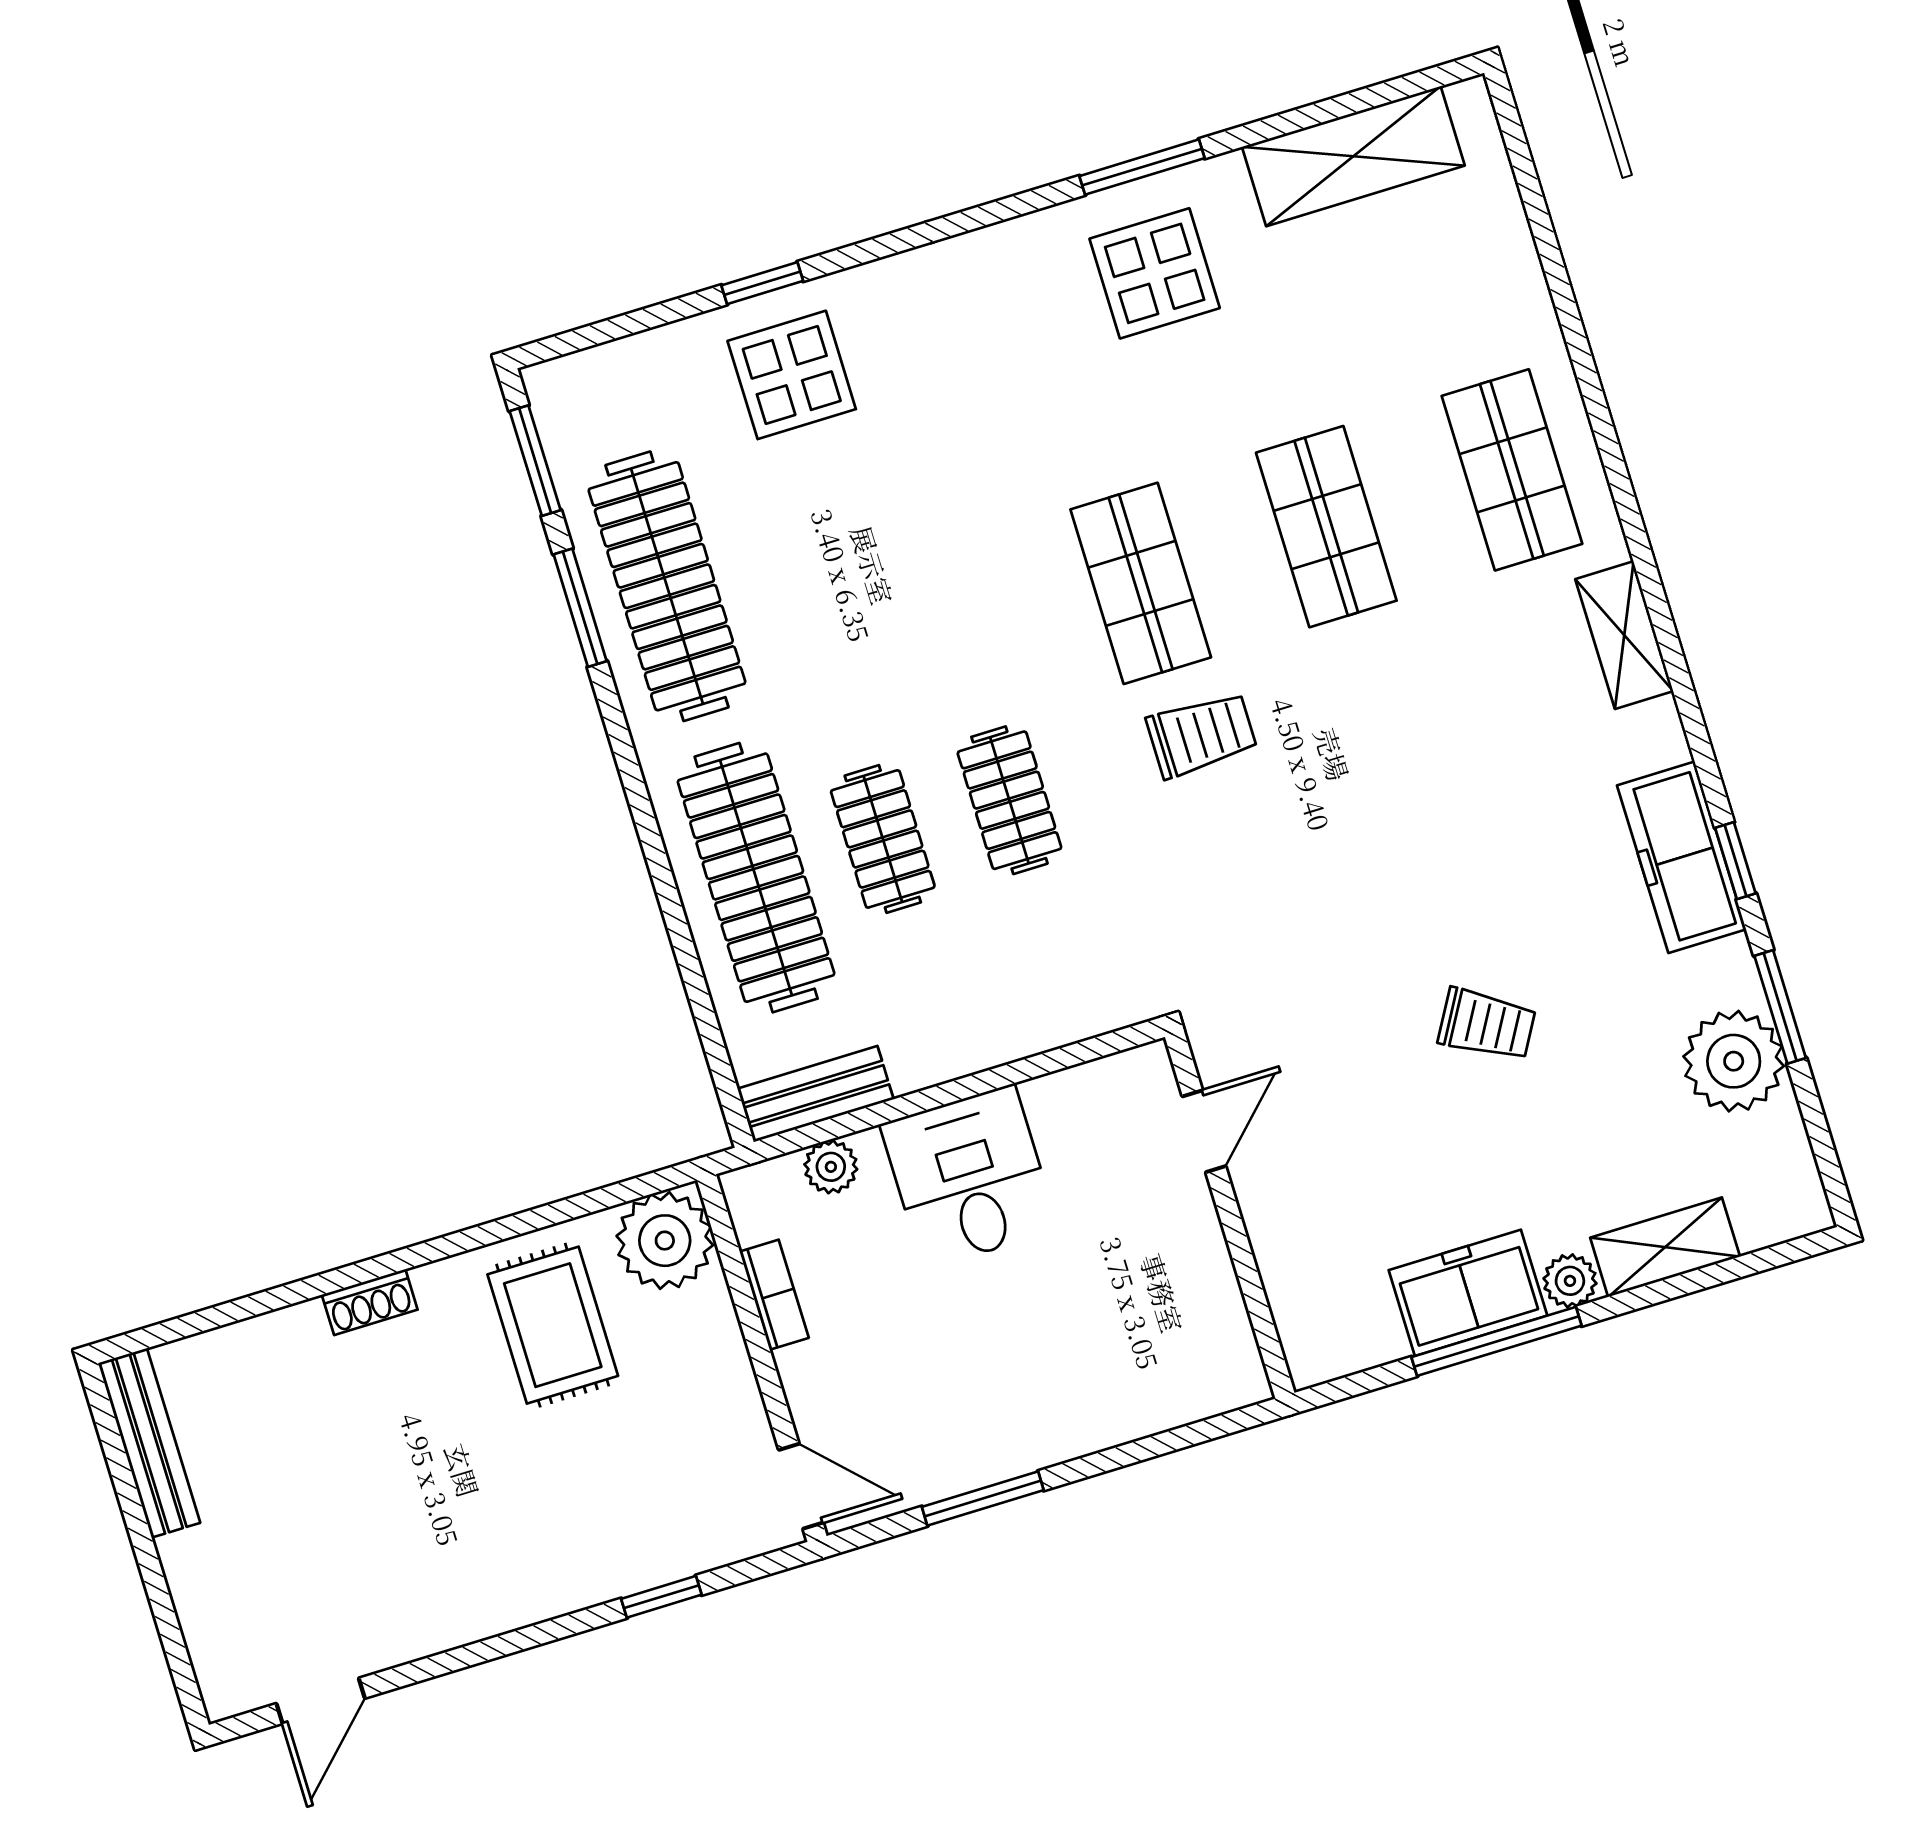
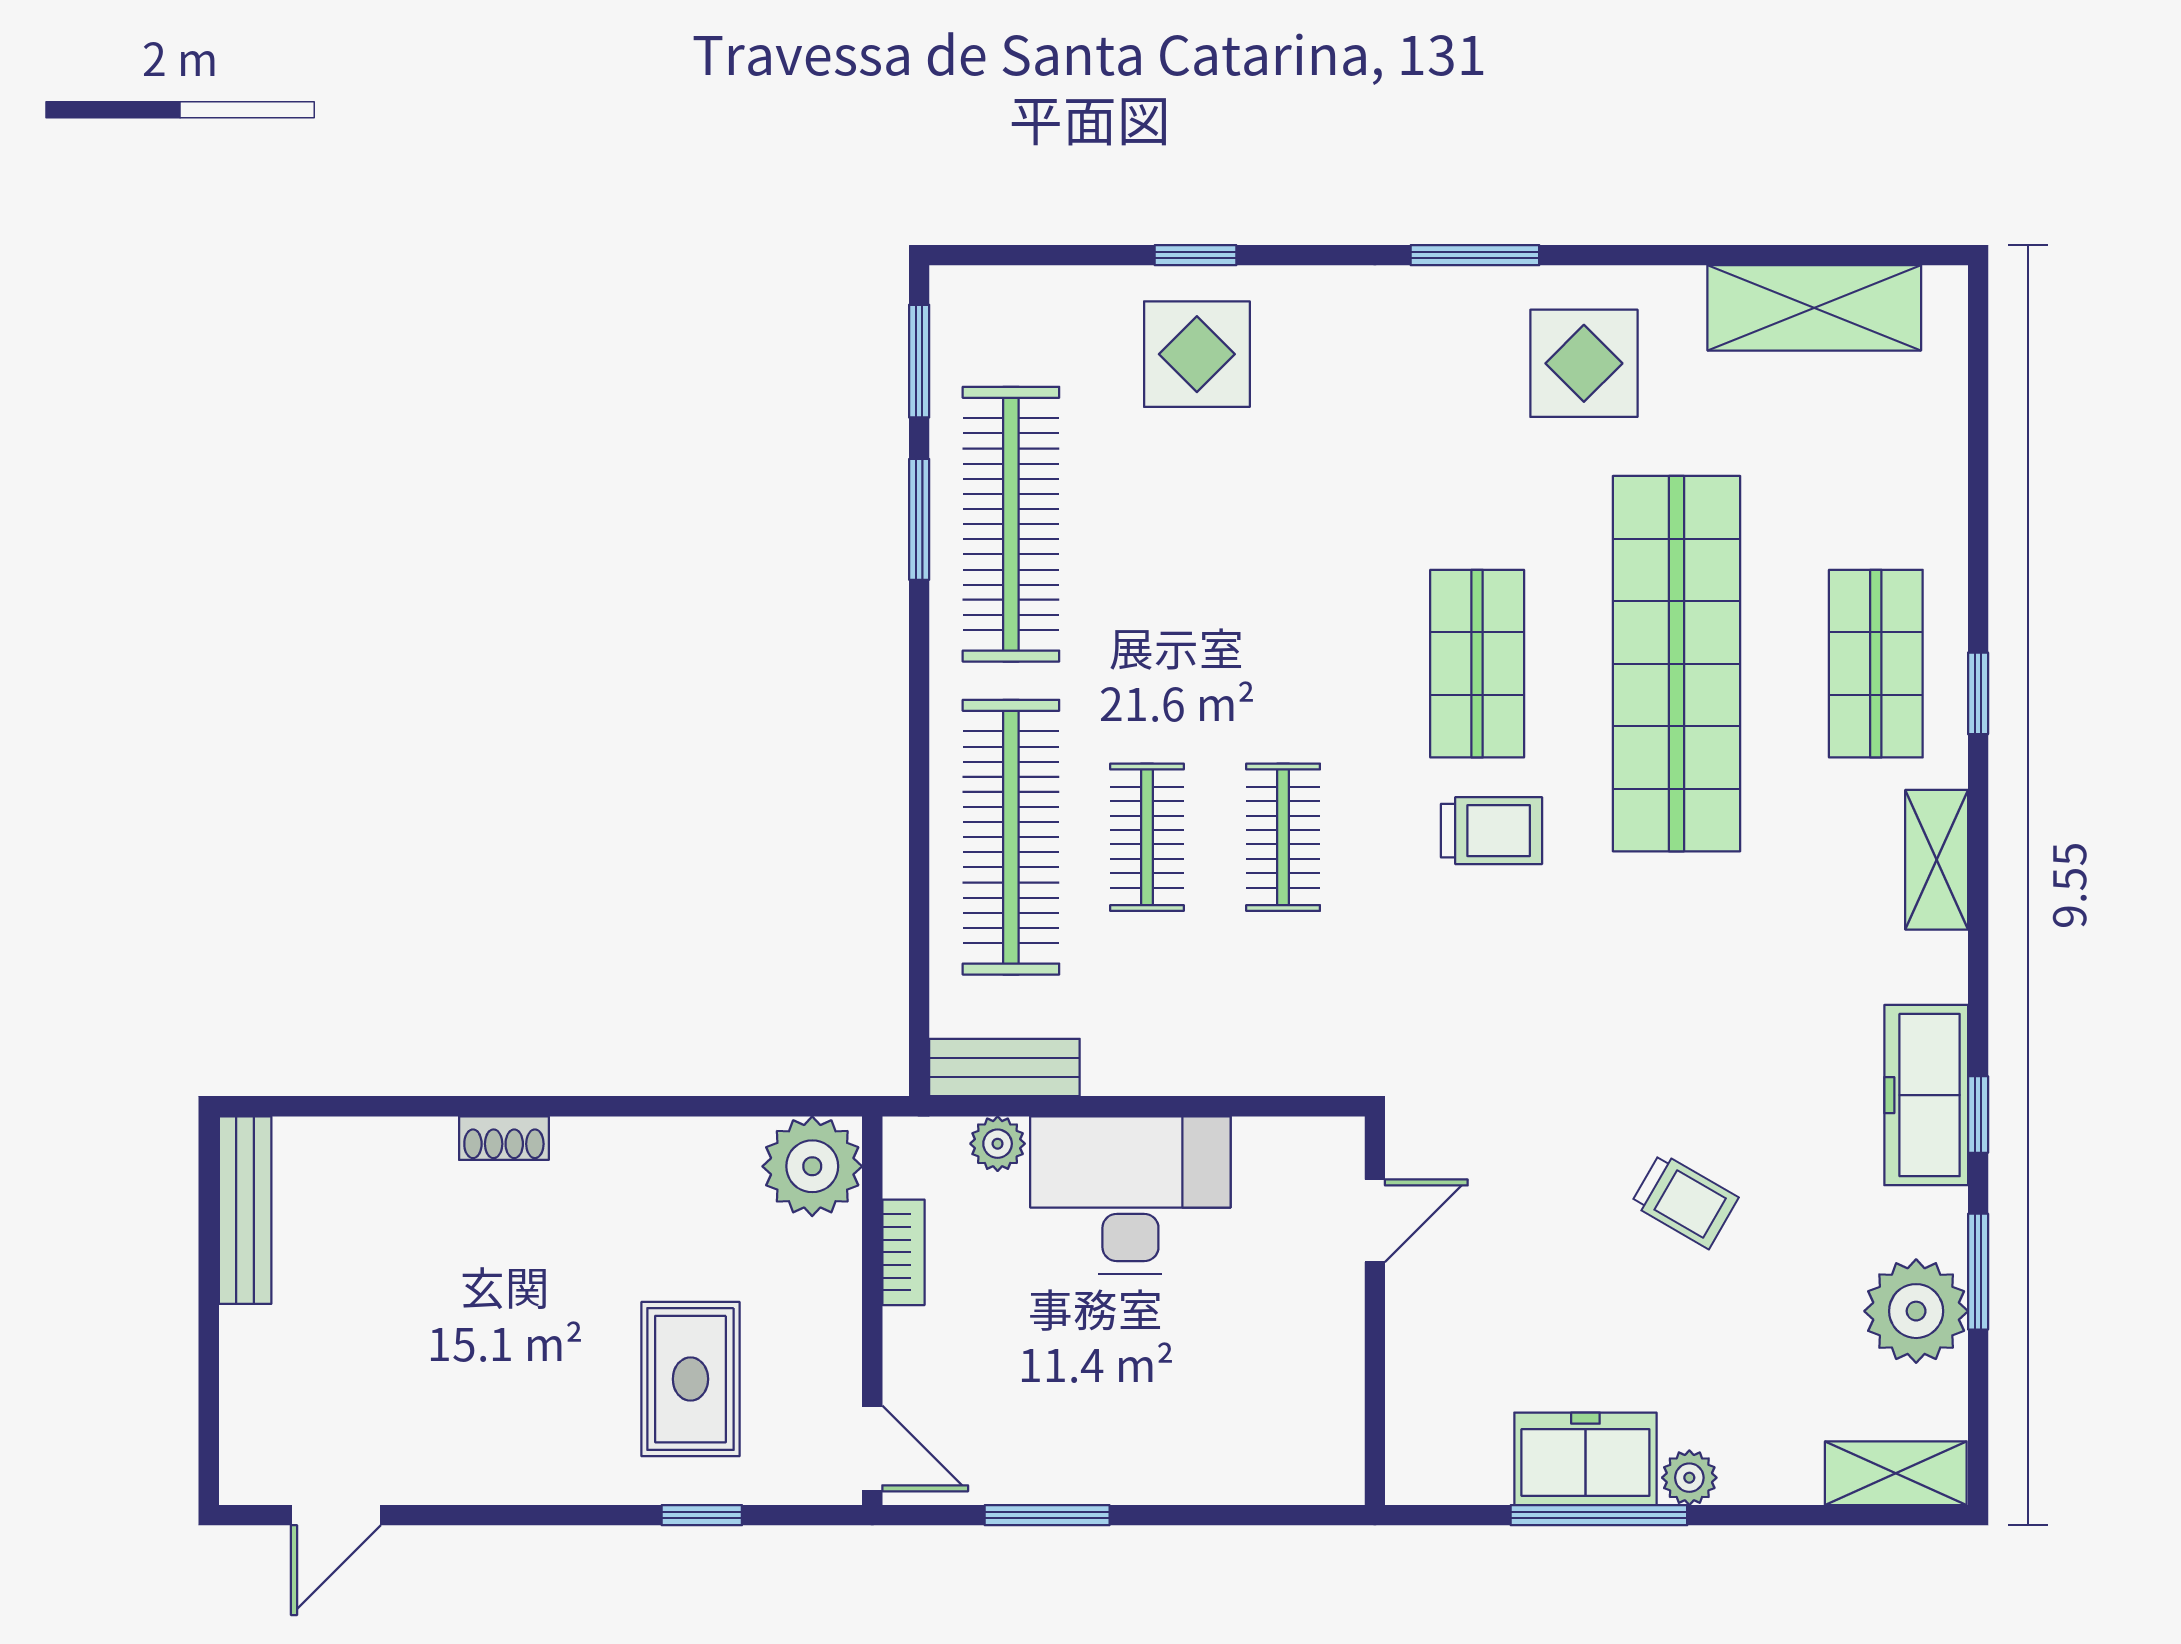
window: (1142, 167) -> (1475, 255), moved
window: (1616, 468) -> (1978, 693), added
shop shelf: (1326, 527) -> (1676, 664), width x2.00, depth x1.36
desk: (969, 1177) -> (1130, 1195), width x1.37
shelving: (1665, 1247) -> (1896, 1473), moved
rug: (553, 1325) -> (690, 1379), moved

